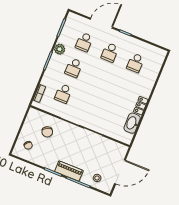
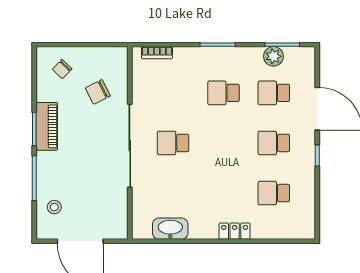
plant: (60, 49) -> (273, 56), moved
school desk: (63, 94) -> (173, 143), moved
locker: (141, 106) -> (235, 231), moved
piano: (69, 171) -> (47, 126), moved

